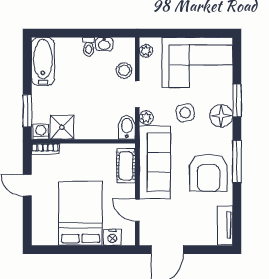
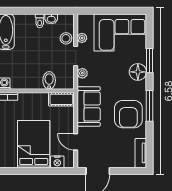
plant: (146, 51) -> (82, 38), moved
side table: (185, 113) -> (111, 70), removed
shower: (62, 127) -> (20, 80), removed
bidet: (127, 127) -> (49, 80), moved
sofa: (155, 162) -> (89, 106), width x0.73
cot: (126, 166) -> (61, 99), moved, turned 90

